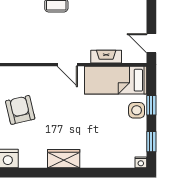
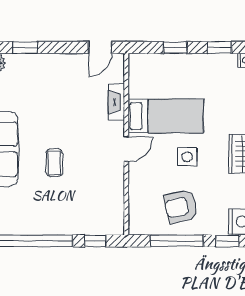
bed: (116, 80) -> (166, 116), moved, turned -90
side table: (137, 110) -> (187, 157), moved

